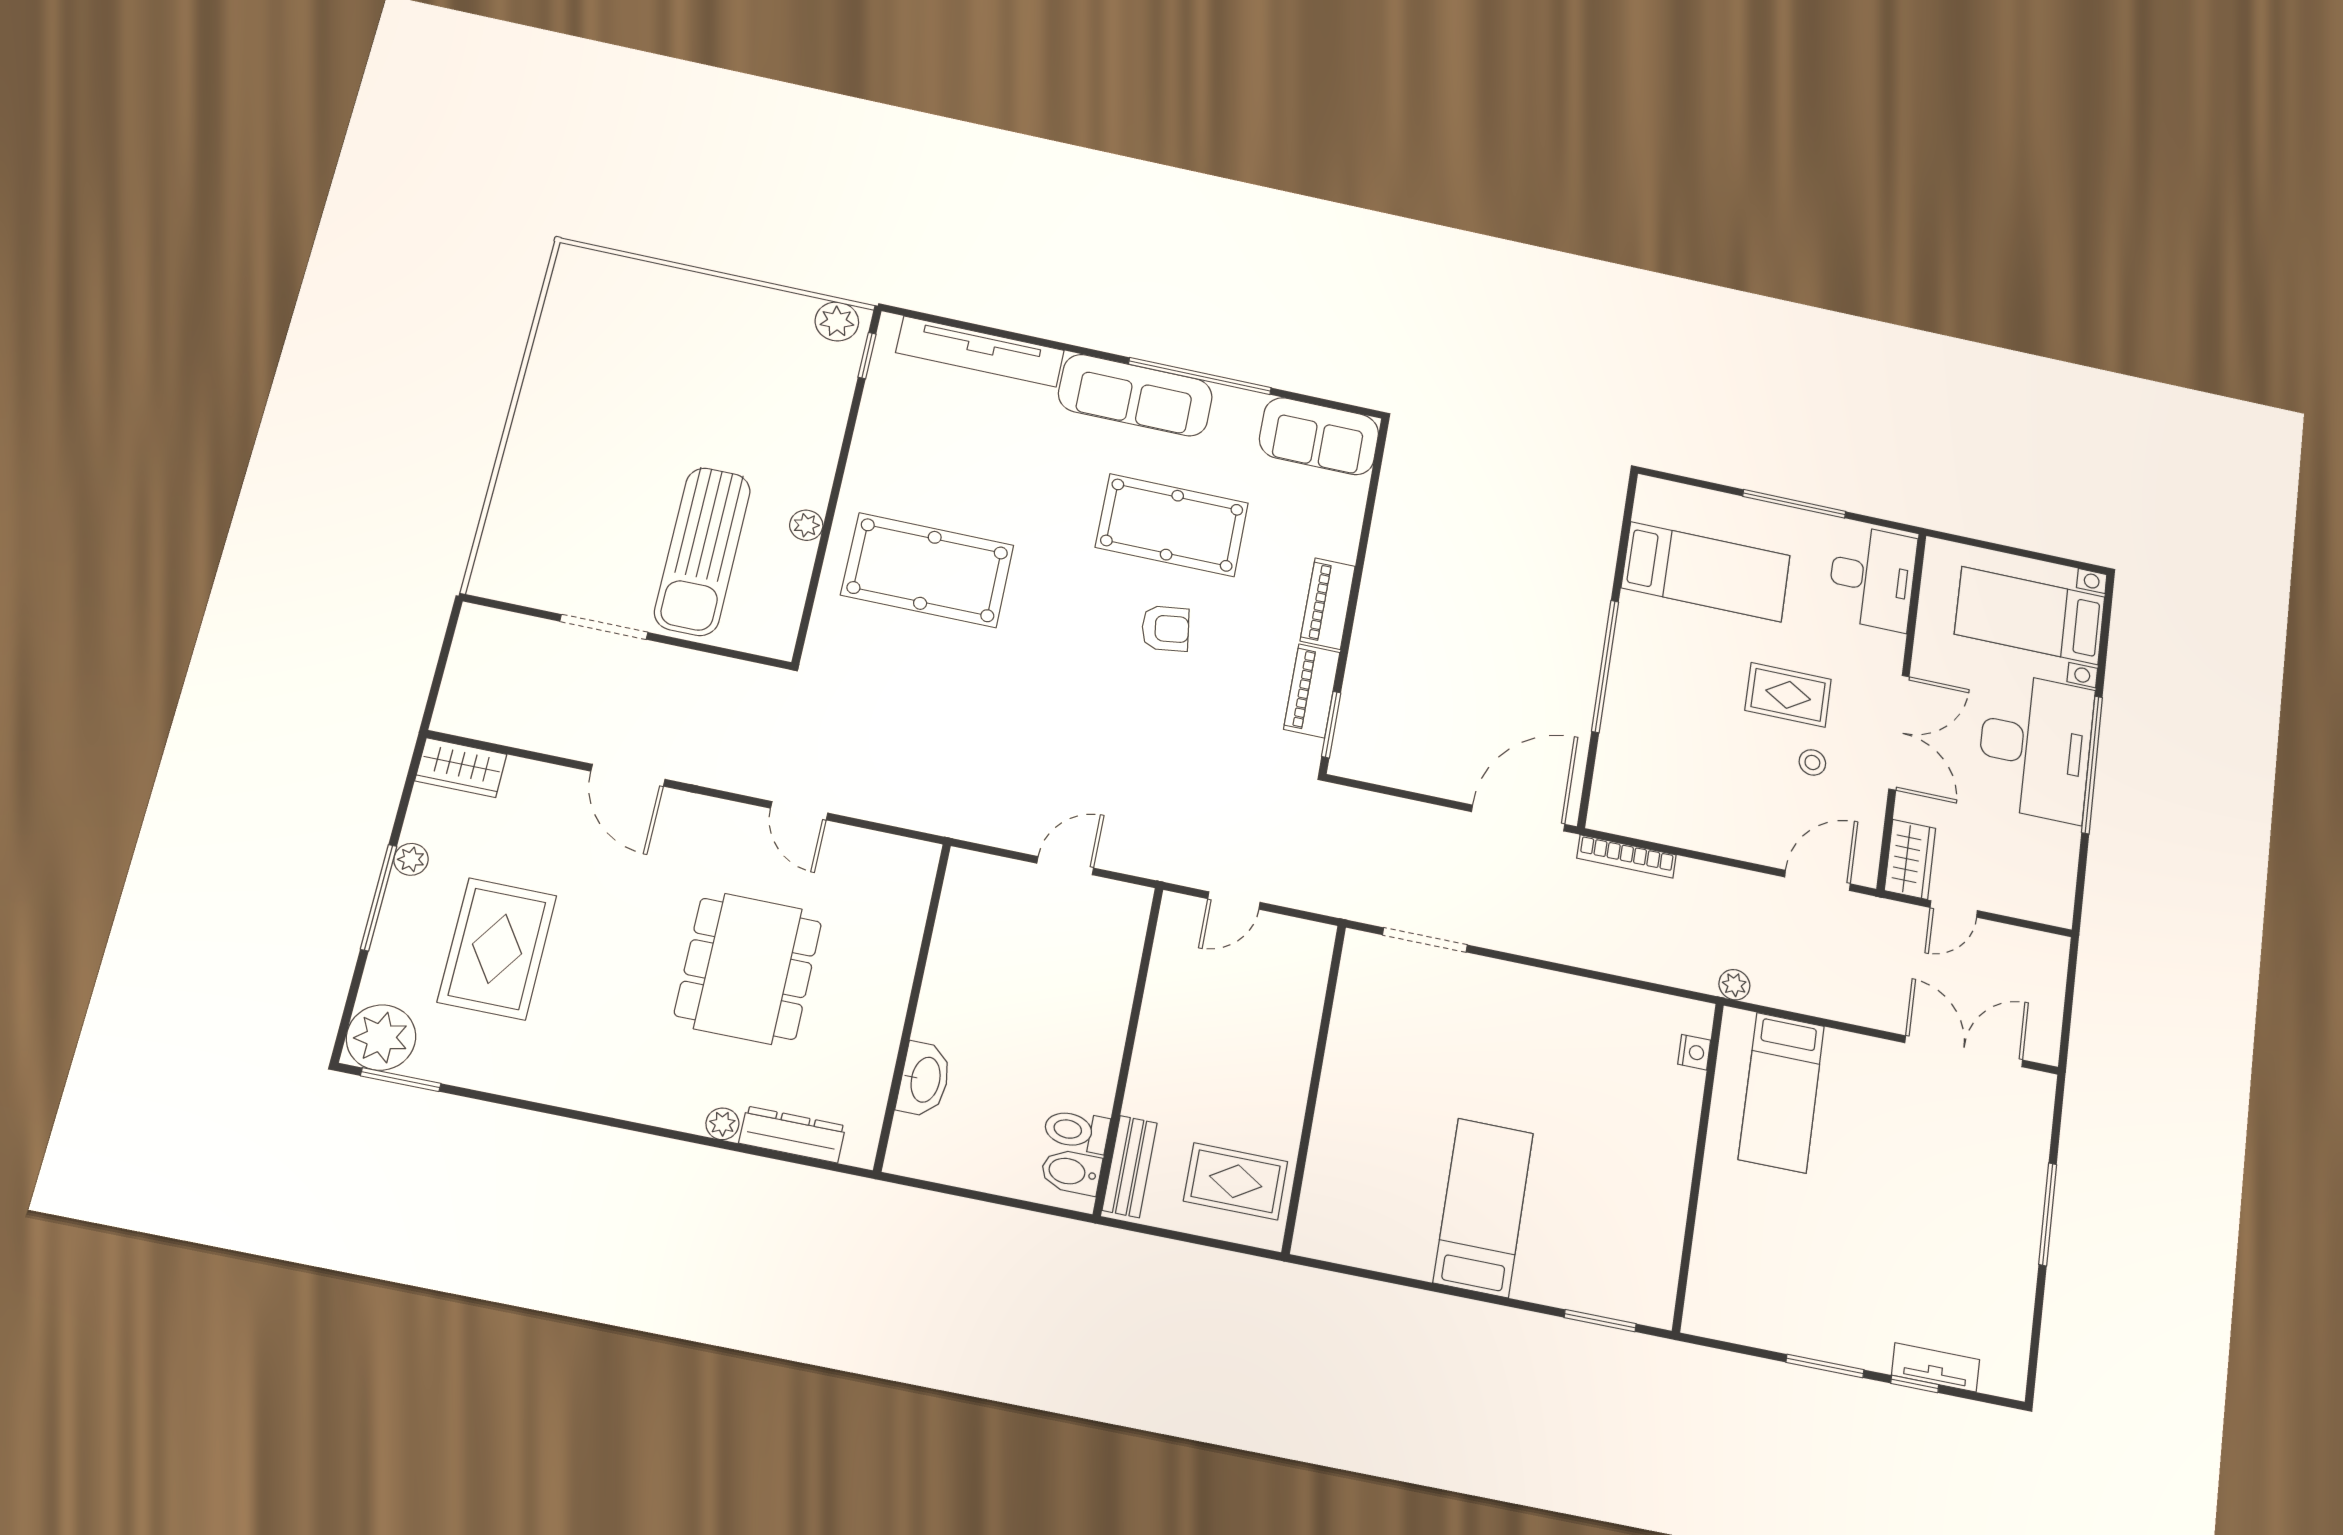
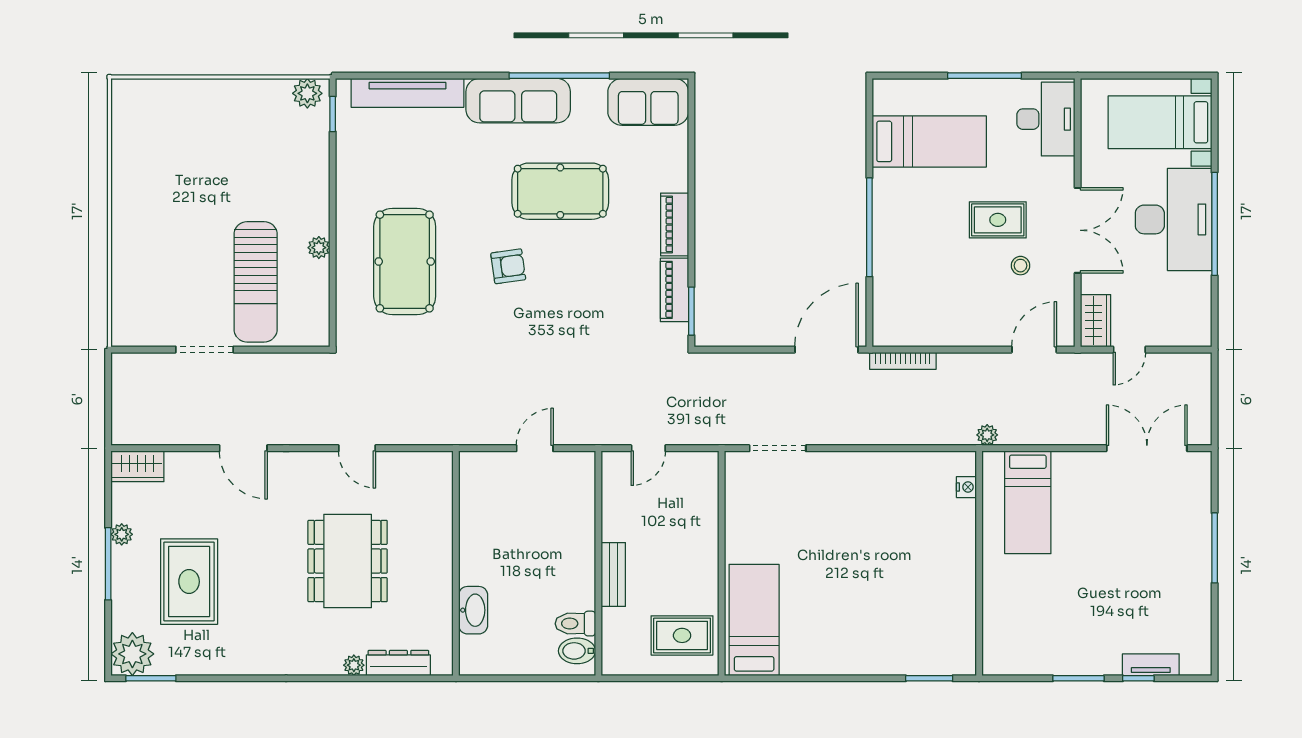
pool table: (927, 570) -> (405, 261), turned 90
armchair: (1165, 628) -> (508, 266), moved
bench: (1130, 1167) -> (613, 575), moved
bed: (1483, 1208) -> (754, 620), moved

